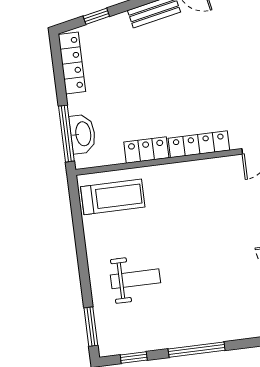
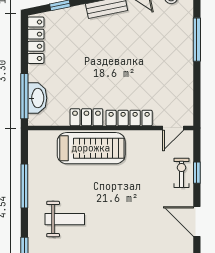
treadmill: (113, 197) -> (91, 148), moved, width x1.37, depth x1.38
window: (80, 244) -> (24, 186), added

